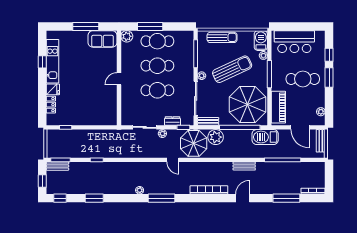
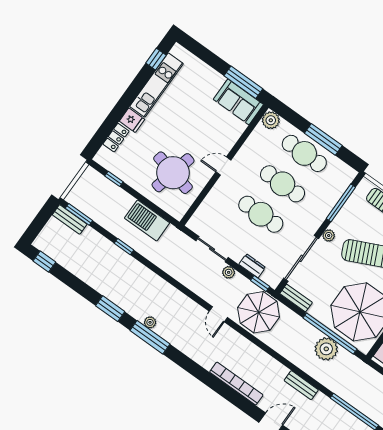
window: (86, 26) -> (243, 82), moved
window: (150, 26) -> (323, 139), moved
window: (42, 62) -> (156, 59), moved
round table: (95, 102) -> (173, 173), added
plant: (216, 137) -> (326, 349), moved
barbecue: (265, 137) -> (147, 220), moved
window: (42, 181) -> (38, 225), removed
window: (94, 198) -> (110, 309), moved
window: (161, 198) -> (150, 337), moved

